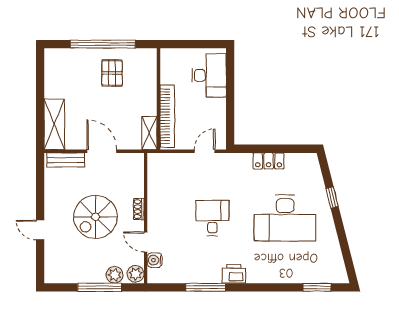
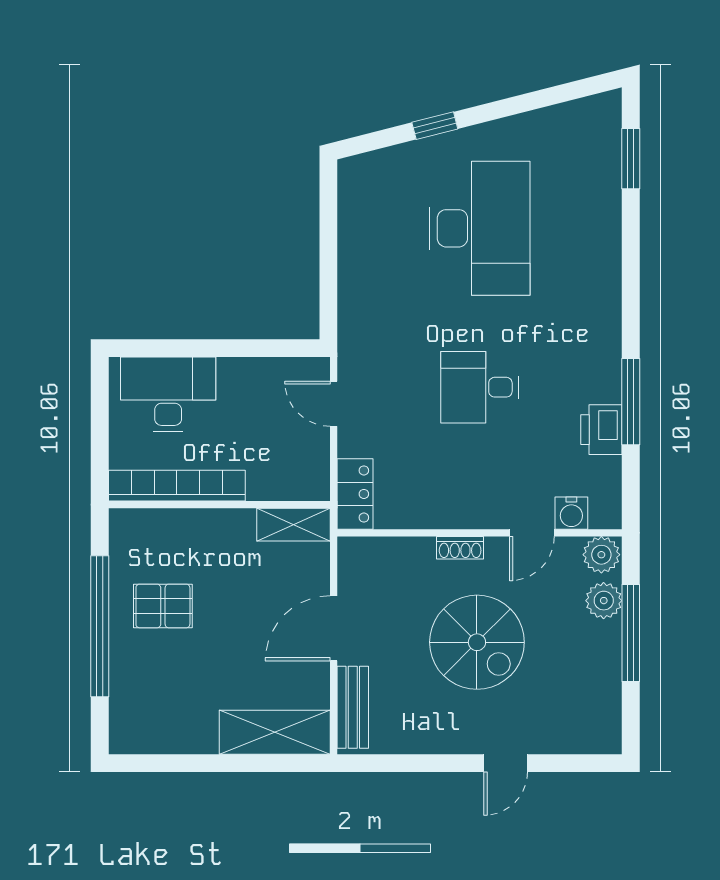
bookcase: (167, 116) -> (177, 486), moved
locker: (269, 161) -> (355, 494), moved
printer: (234, 274) -> (601, 430), moved

